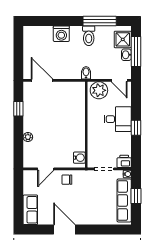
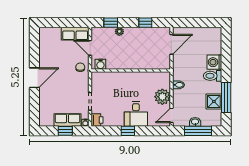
toilet: (89, 36) -> (213, 76), moved
shower: (123, 39) -> (214, 101), moved
wall: (86, 125) -> (131, 71), moved
window: (18, 146) -> (111, 23), added
water cooler: (79, 158) -> (100, 64), moved
row of seats: (124, 200) -> (67, 120), width x0.68
row of seats: (30, 210) -> (75, 34), moved
door: (64, 230) -> (34, 78), moved

